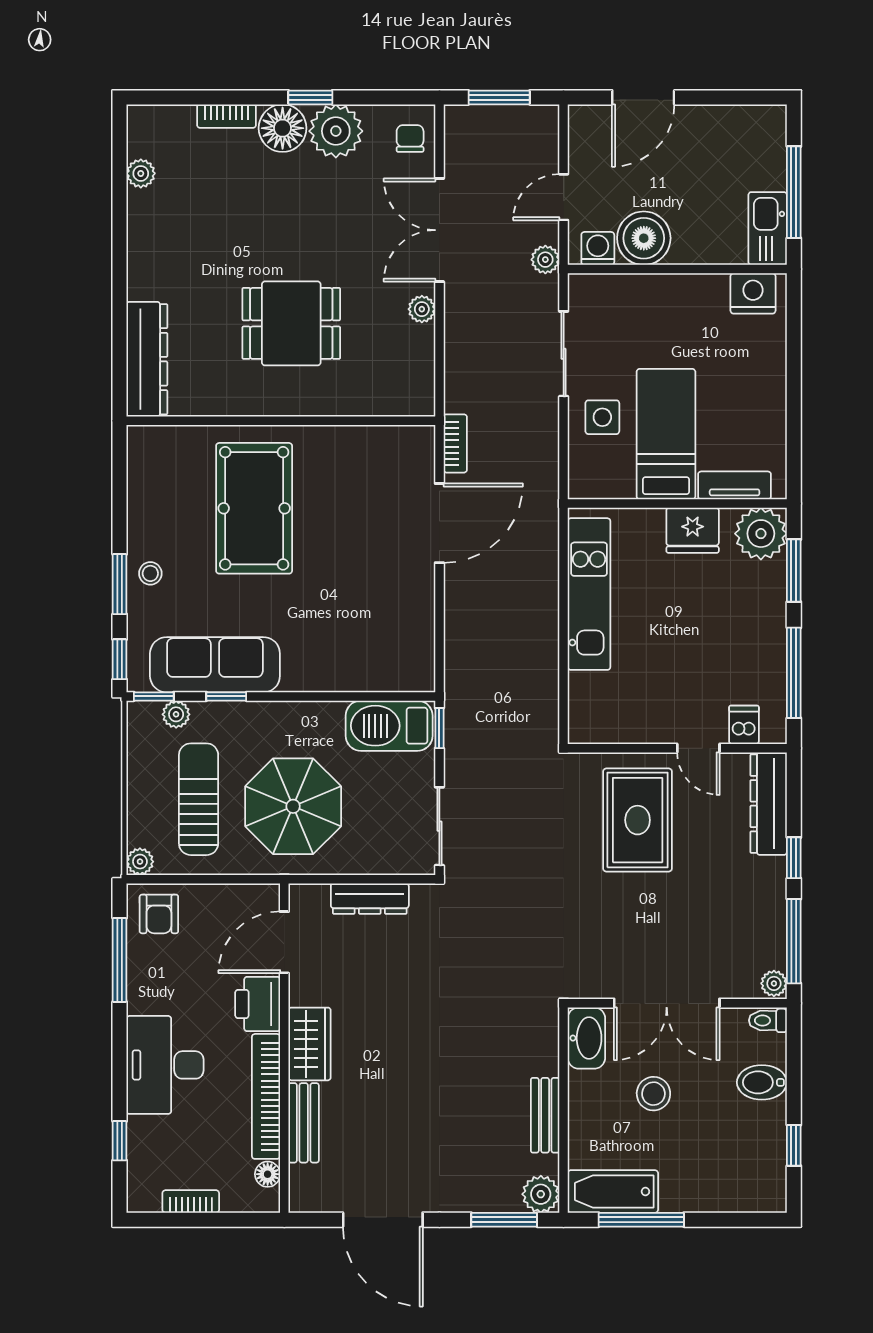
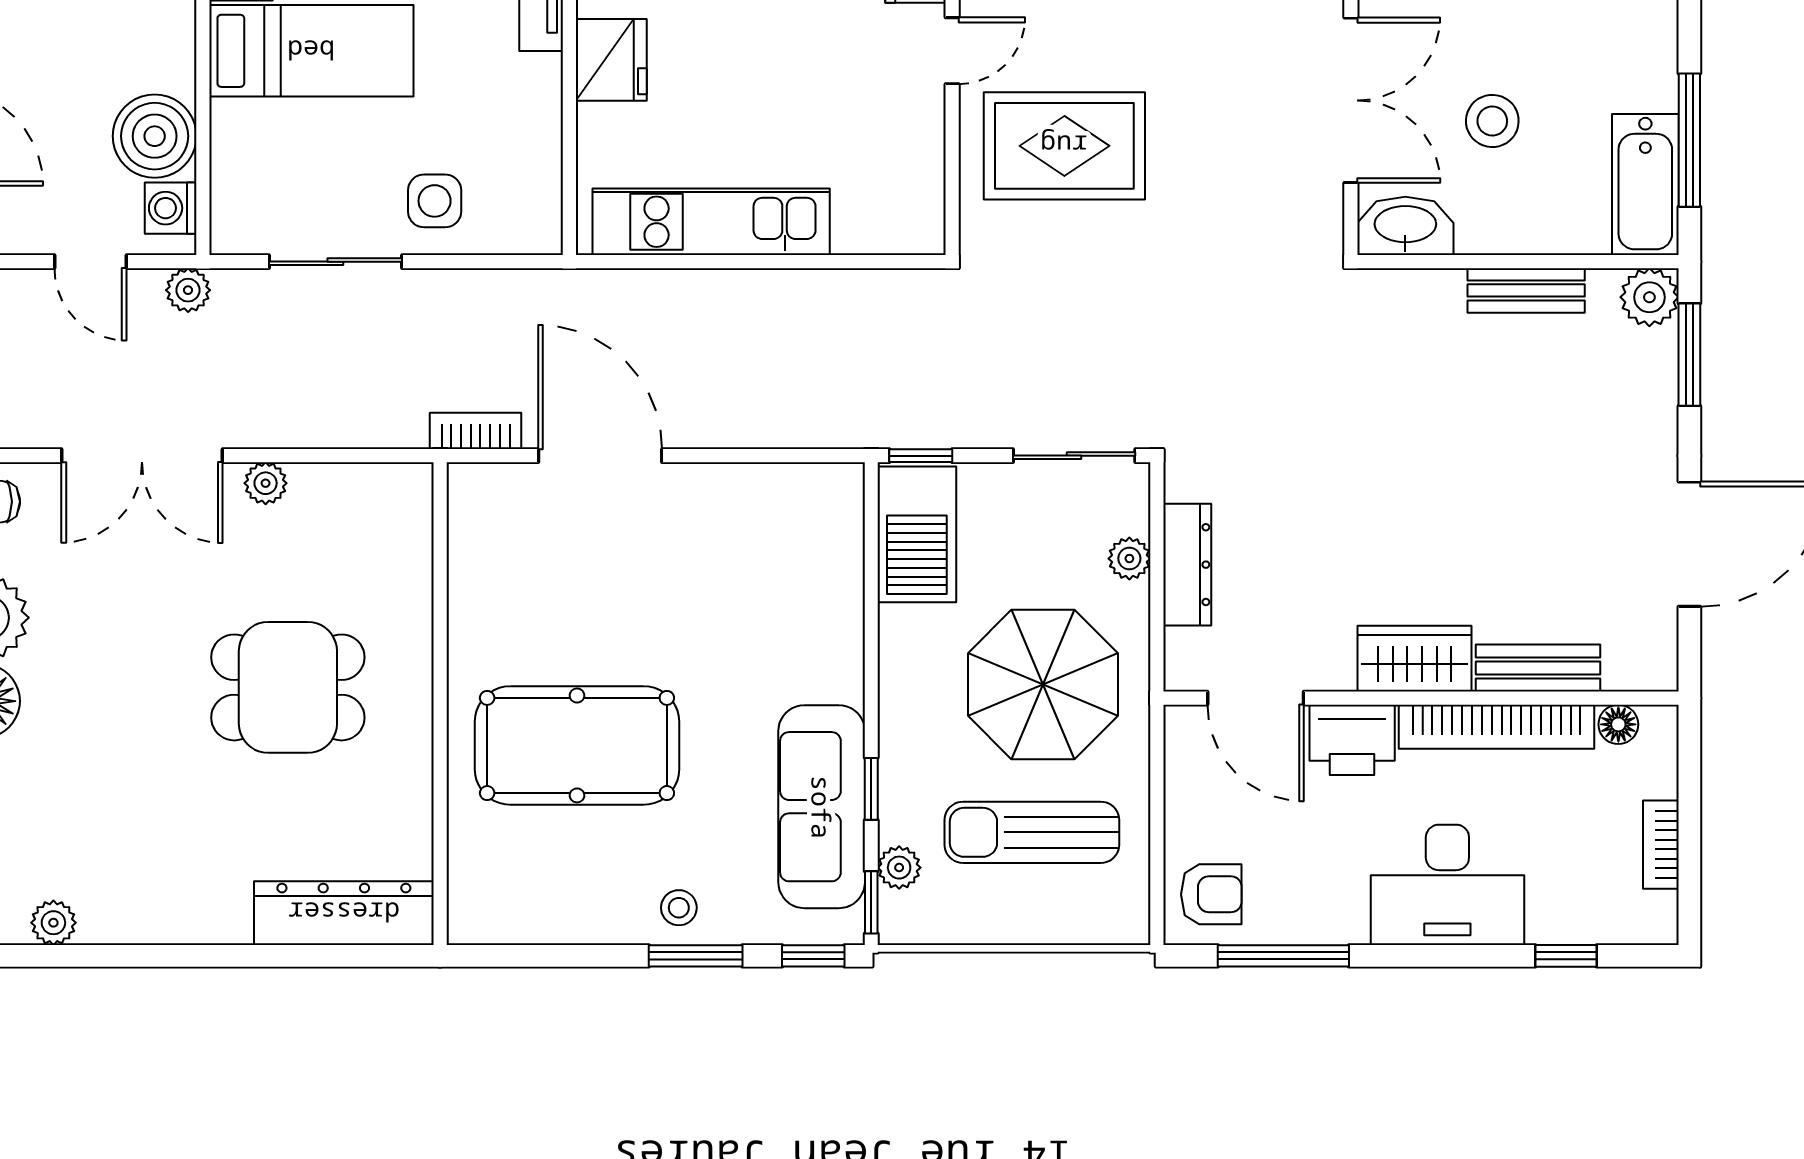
dining table: (291, 323) -> (288, 687), turned 90
bed: (666, 434) -> (311, 51), moved, turned 180
plant: (140, 862) -> (1129, 559), moved

